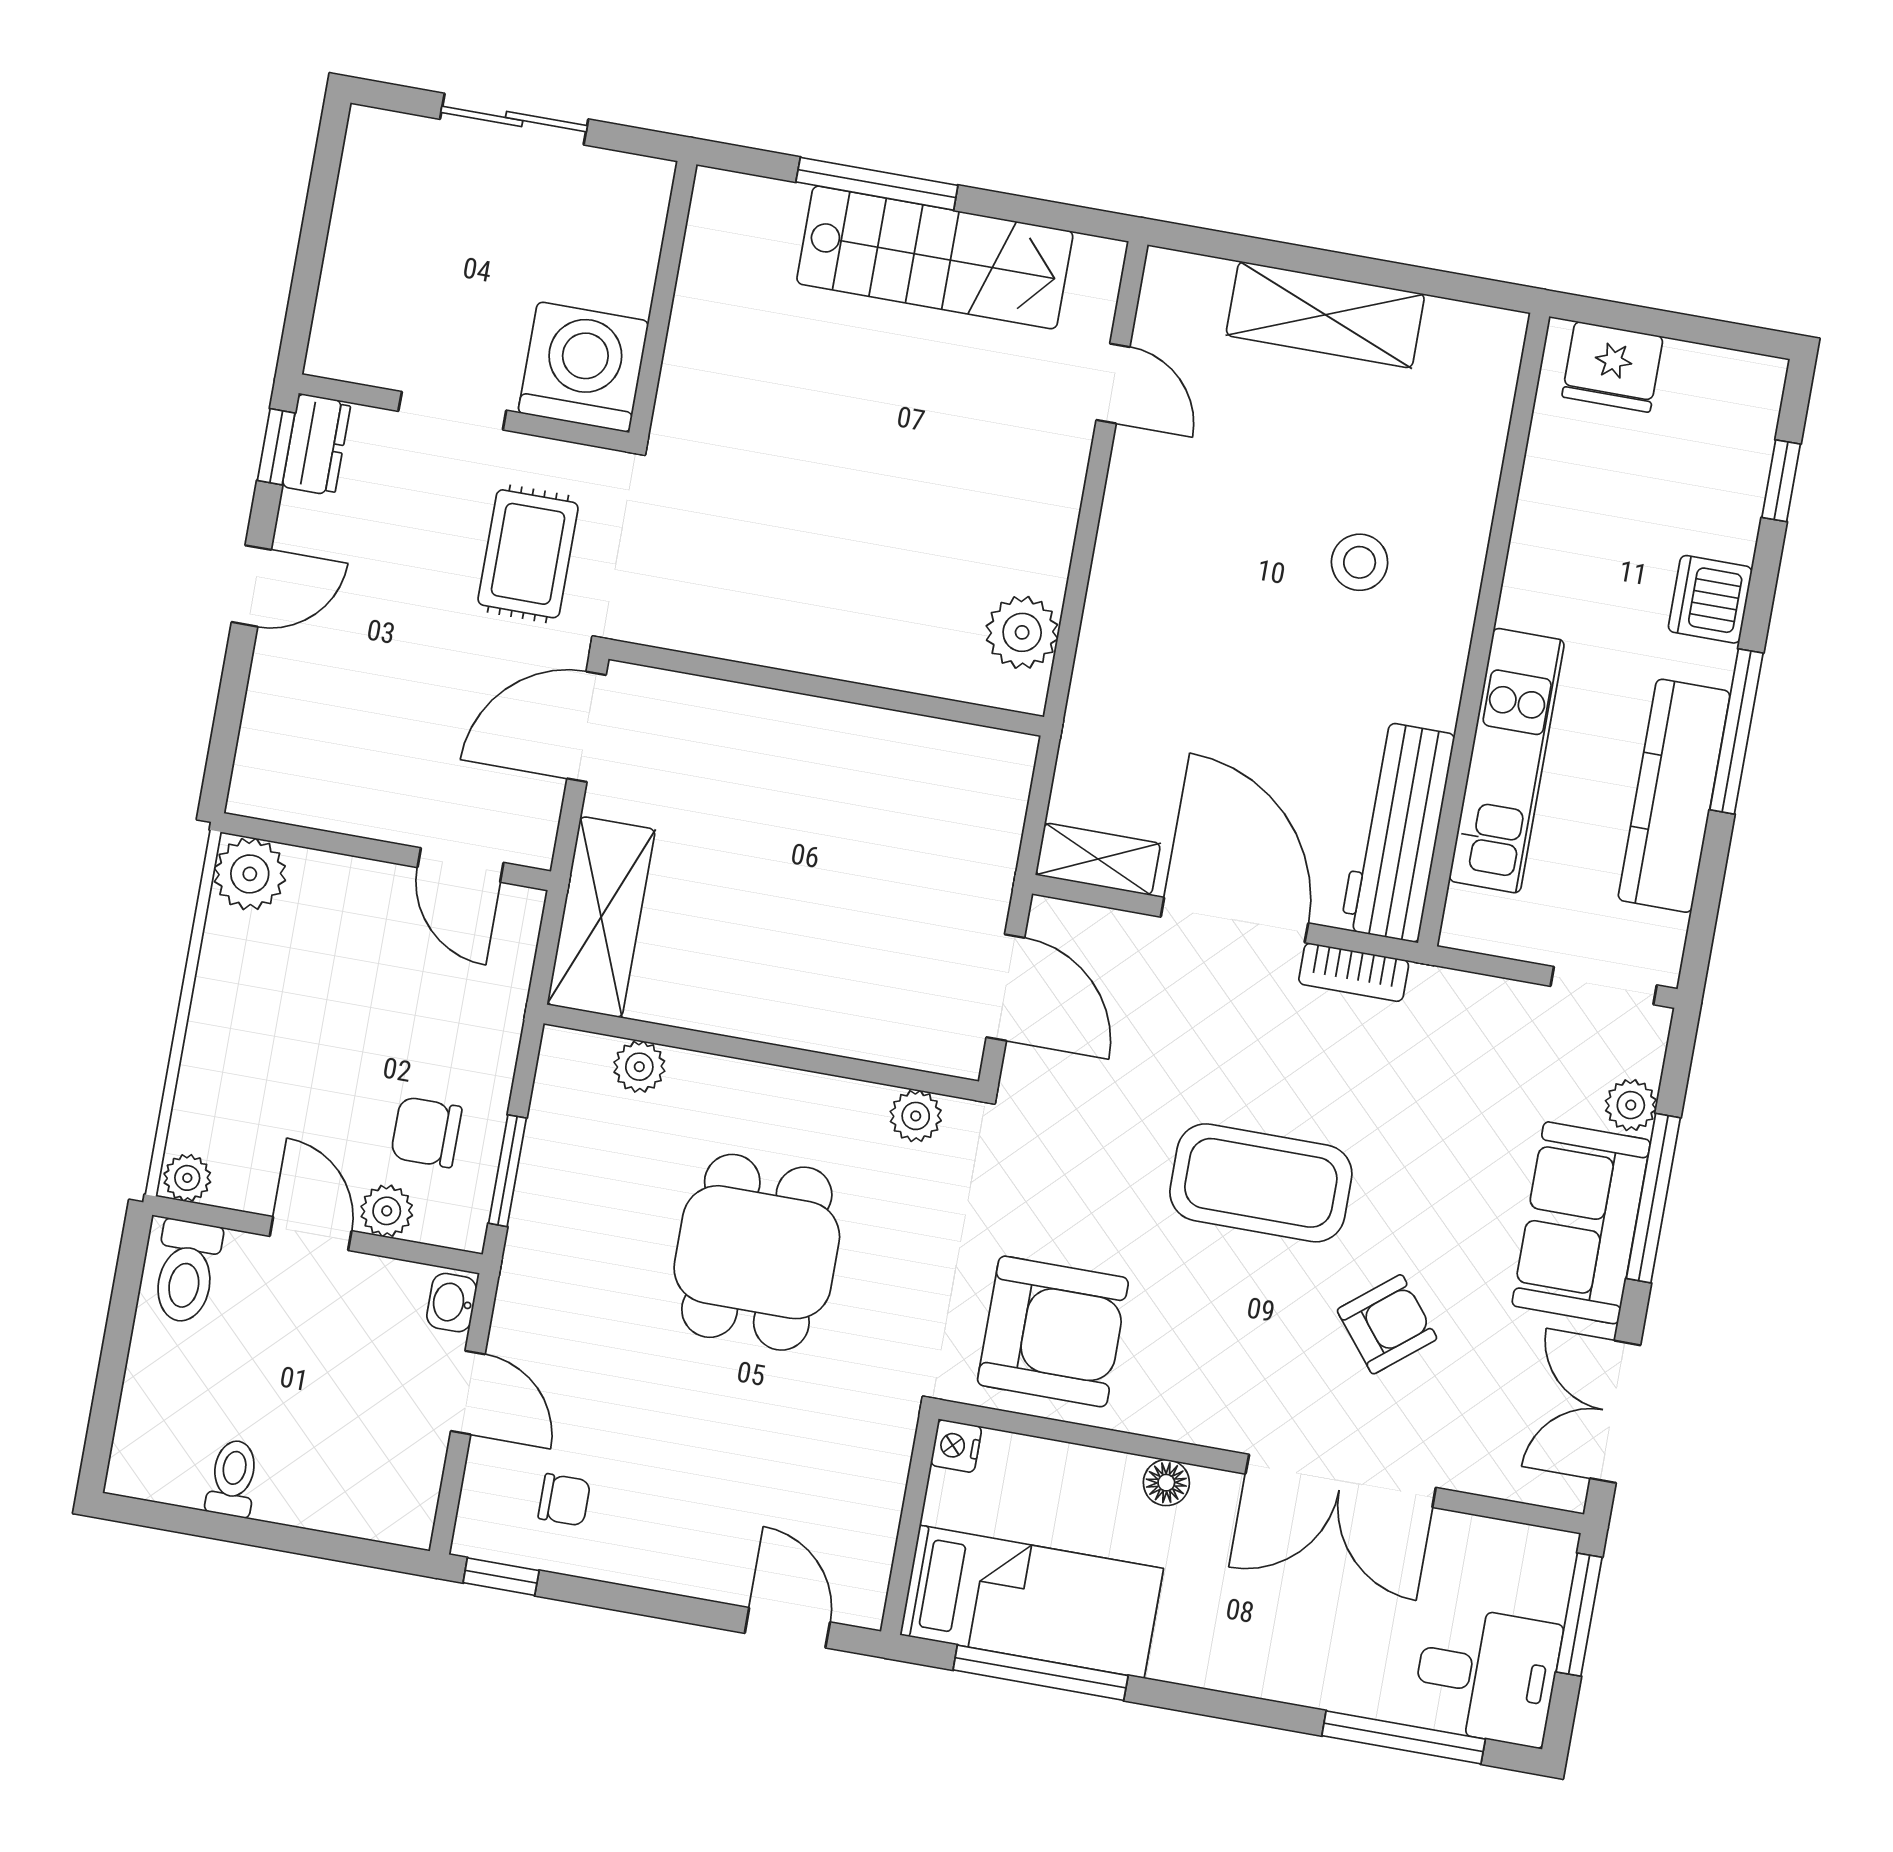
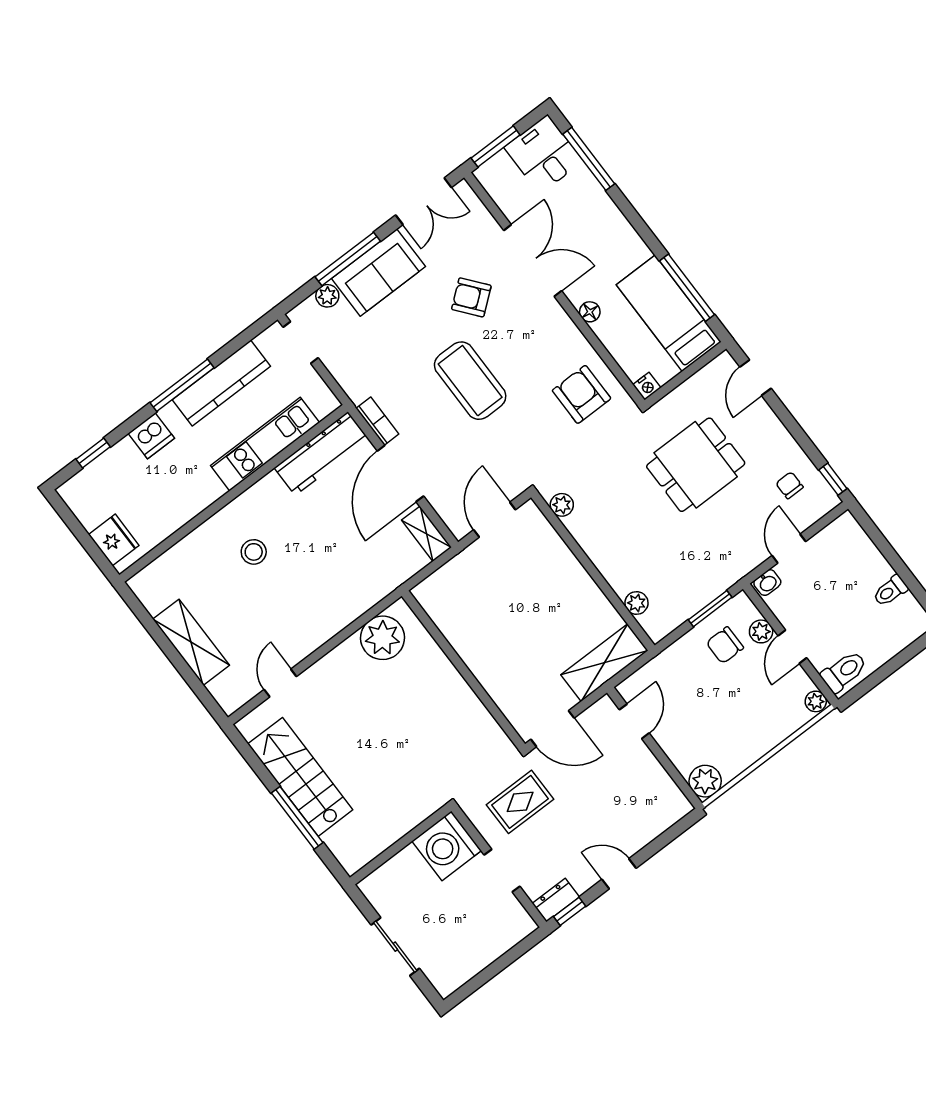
plant: (1022, 632) -> (383, 638), width x1.36, depth x1.36
chair: (426, 1132) -> (725, 645), turned 90
dining table: (757, 1252) -> (696, 465), moved
armchair: (1053, 1331) -> (581, 394), width x0.73, depth x0.73

